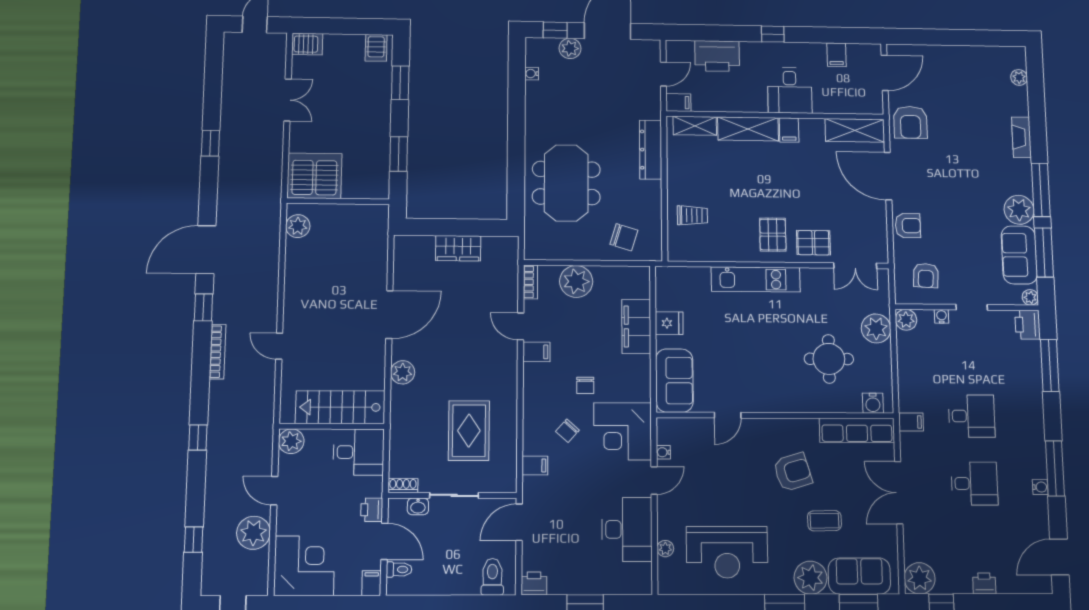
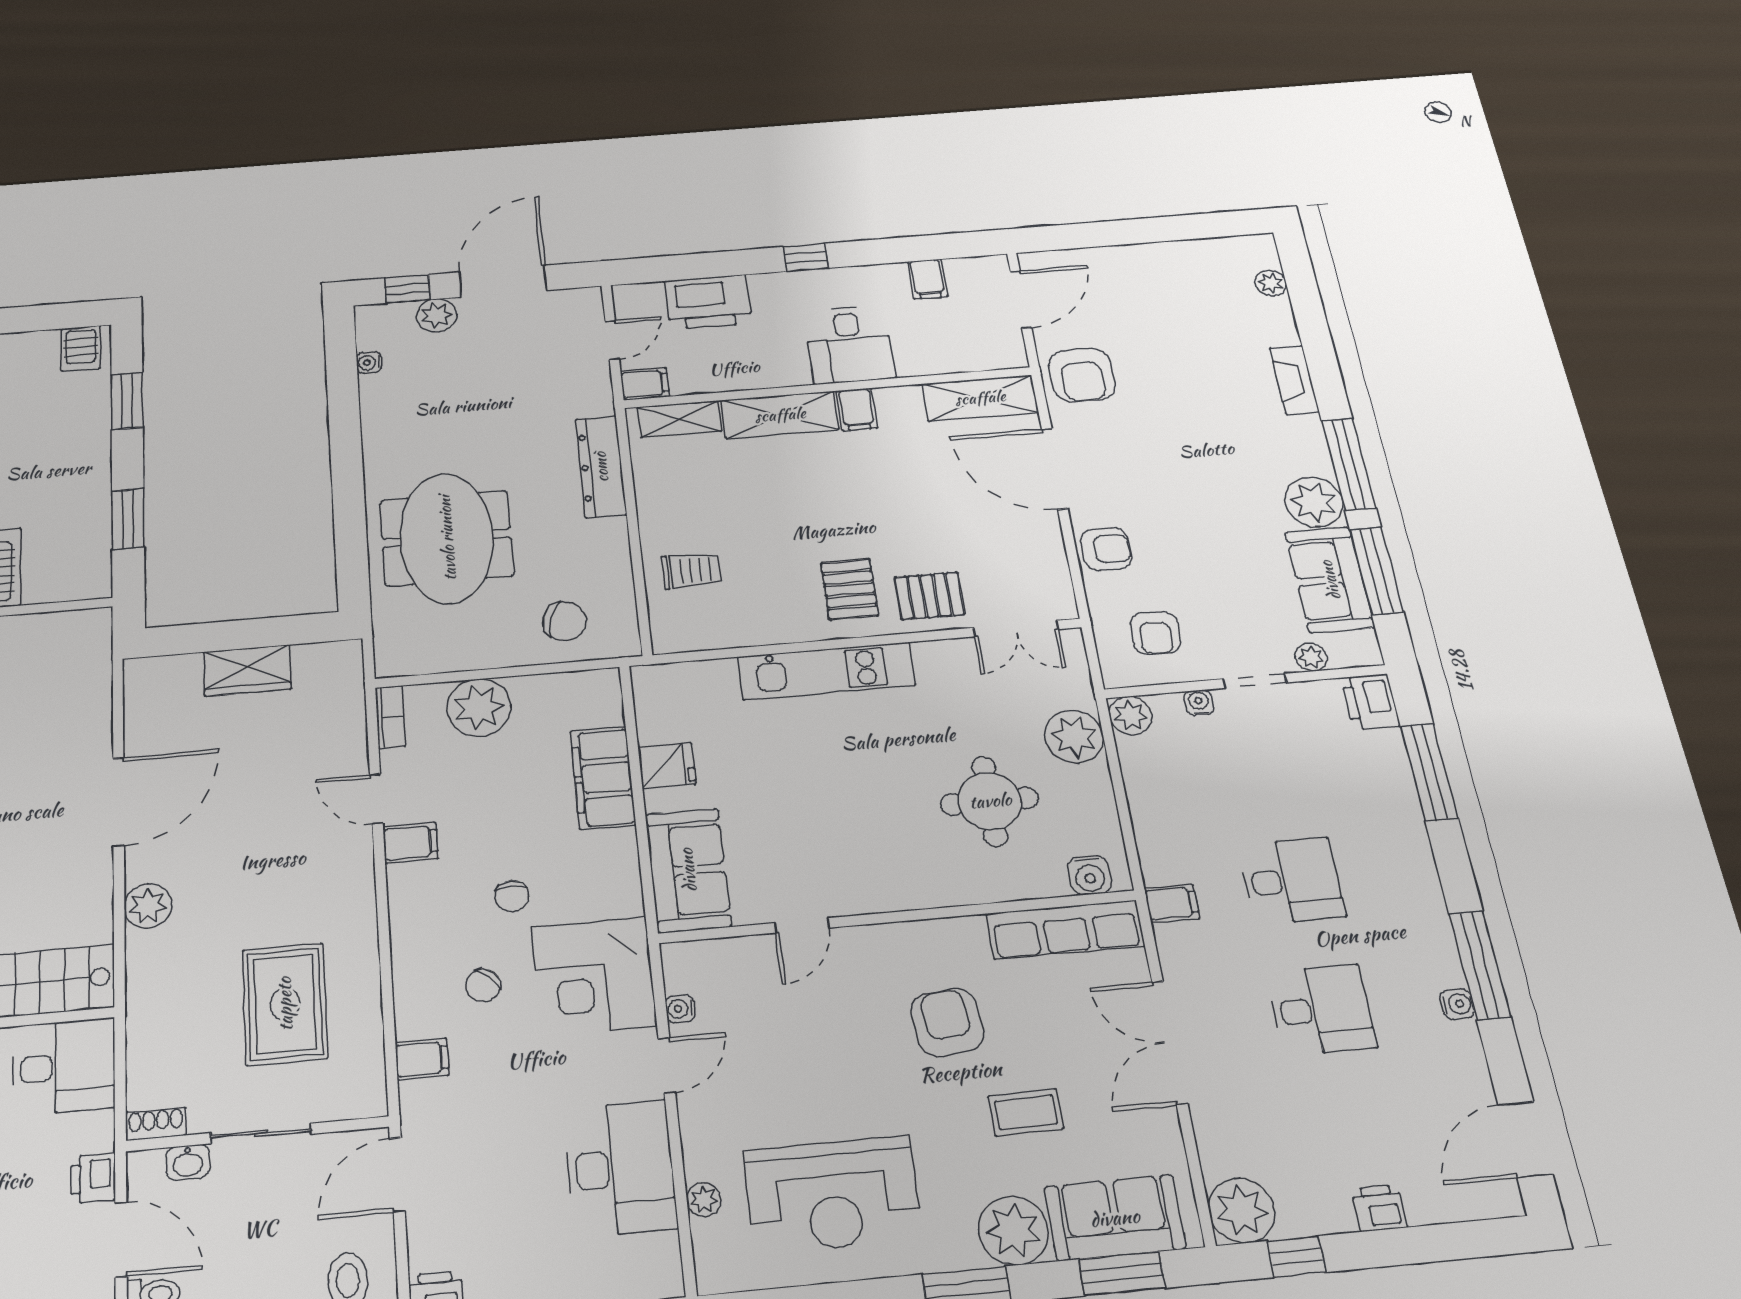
plant: (1030, 297) -> (1311, 657), moved
armchair: (793, 472) -> (947, 1022), turned -79

